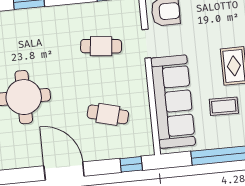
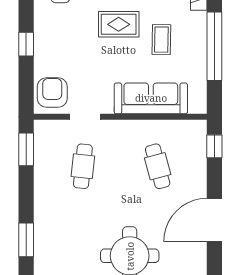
sofa: (173, 102) -> (151, 98), width x0.74, depth x0.79
cafe table: (108, 114) -> (158, 166), turned -30

